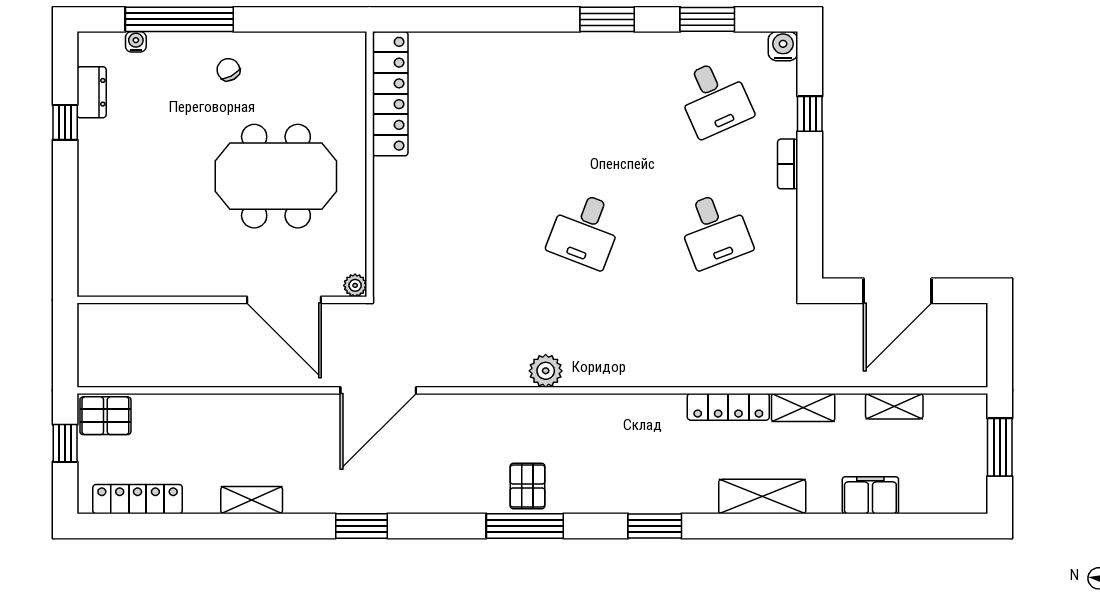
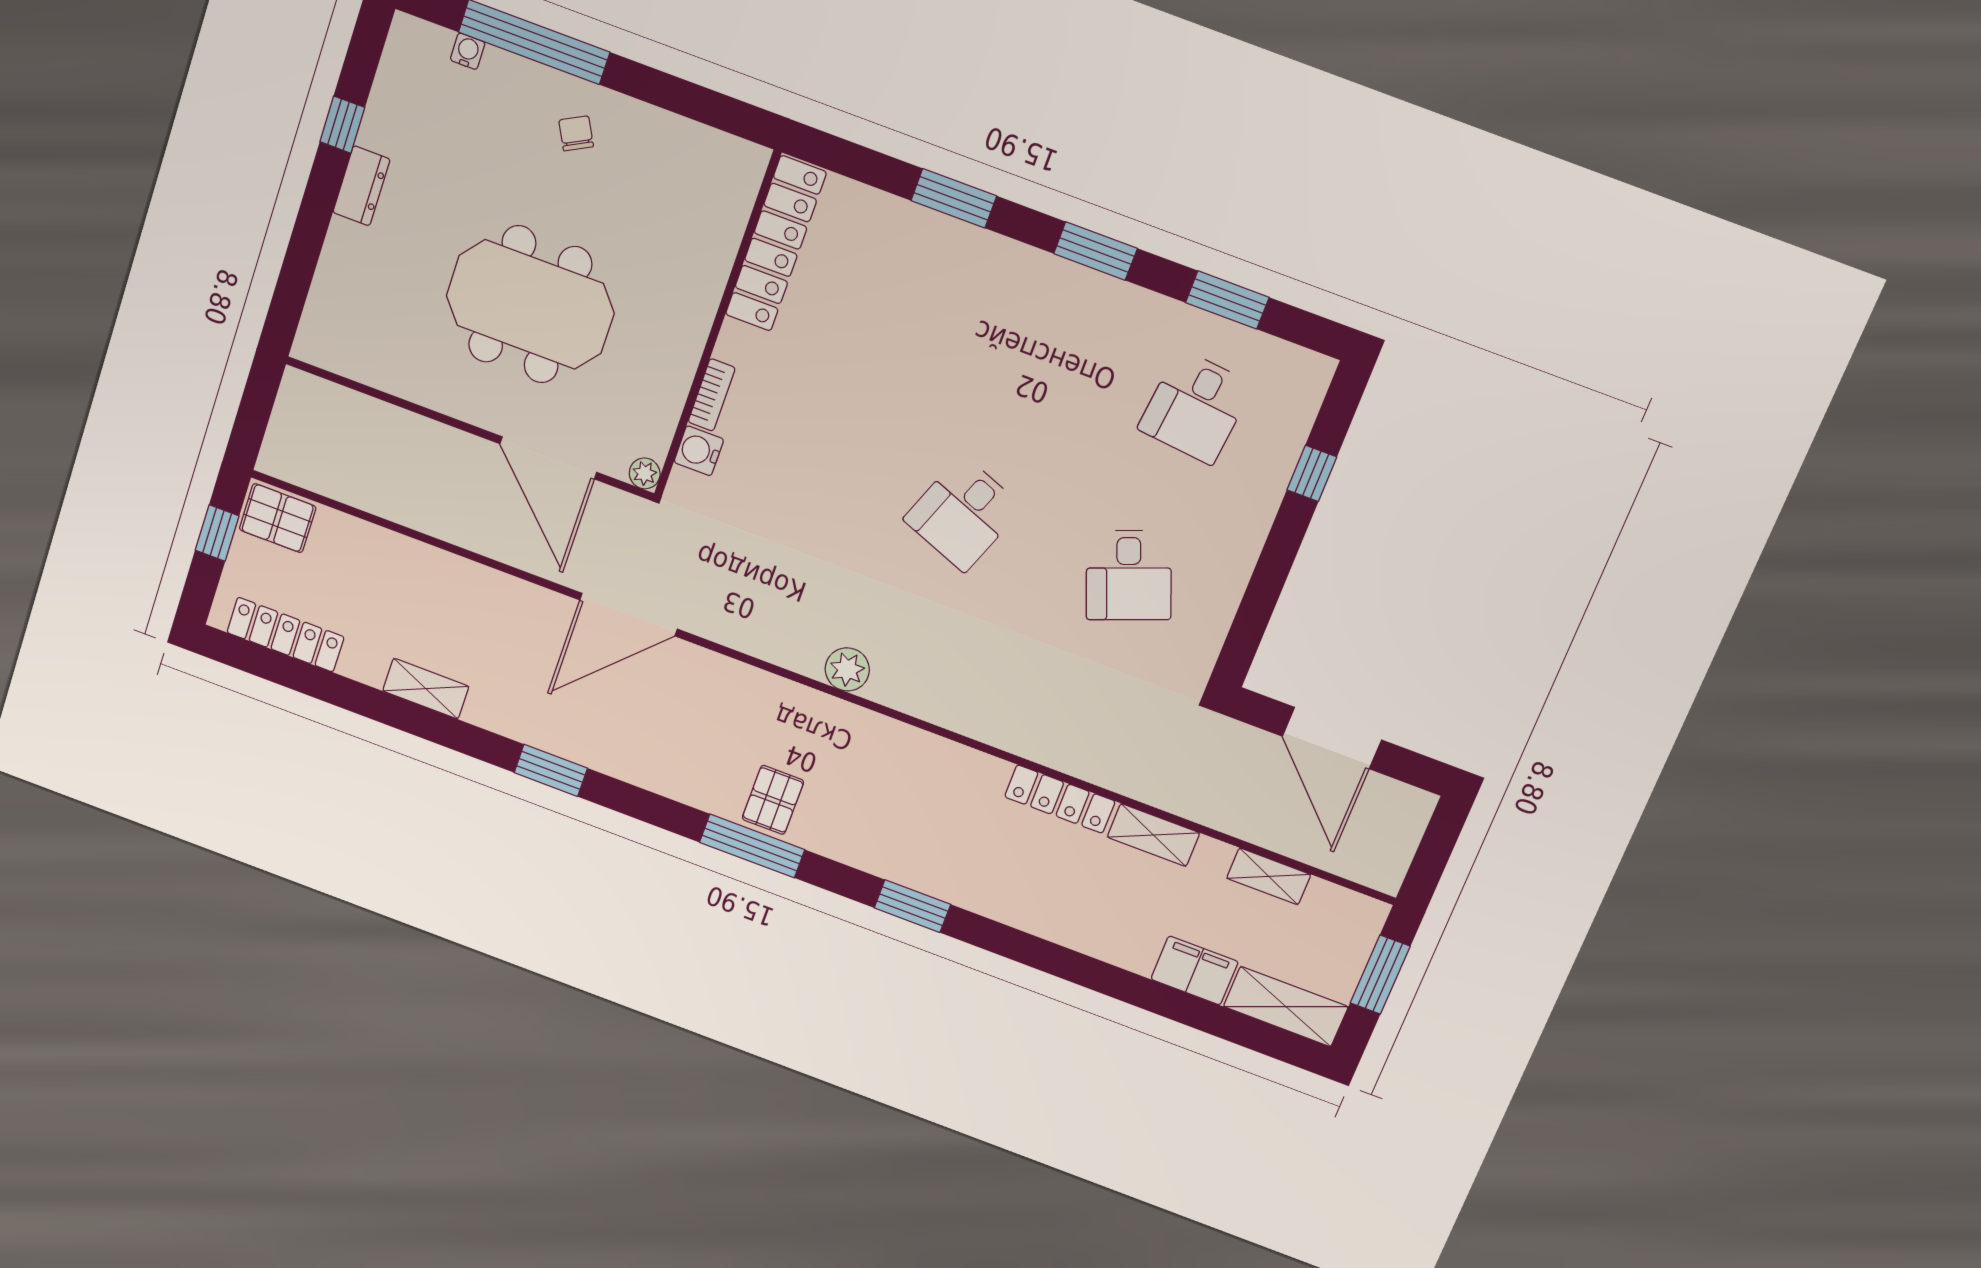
window: (499, 19) -> (954, 198), added
water cooler: (783, 46) -> (699, 451), moved, turned -90
dresser: (92, 92) -> (361, 186), moved
desk: (714, 98) -> (1196, 407), turned 30
bookcase: (788, 164) -> (712, 395), moved, turned 180
meeting table: (276, 176) -> (530, 304), moved
door: (897, 291) -> (1332, 738), hinge flipped
shelving: (762, 497) -> (1286, 1007), moved

